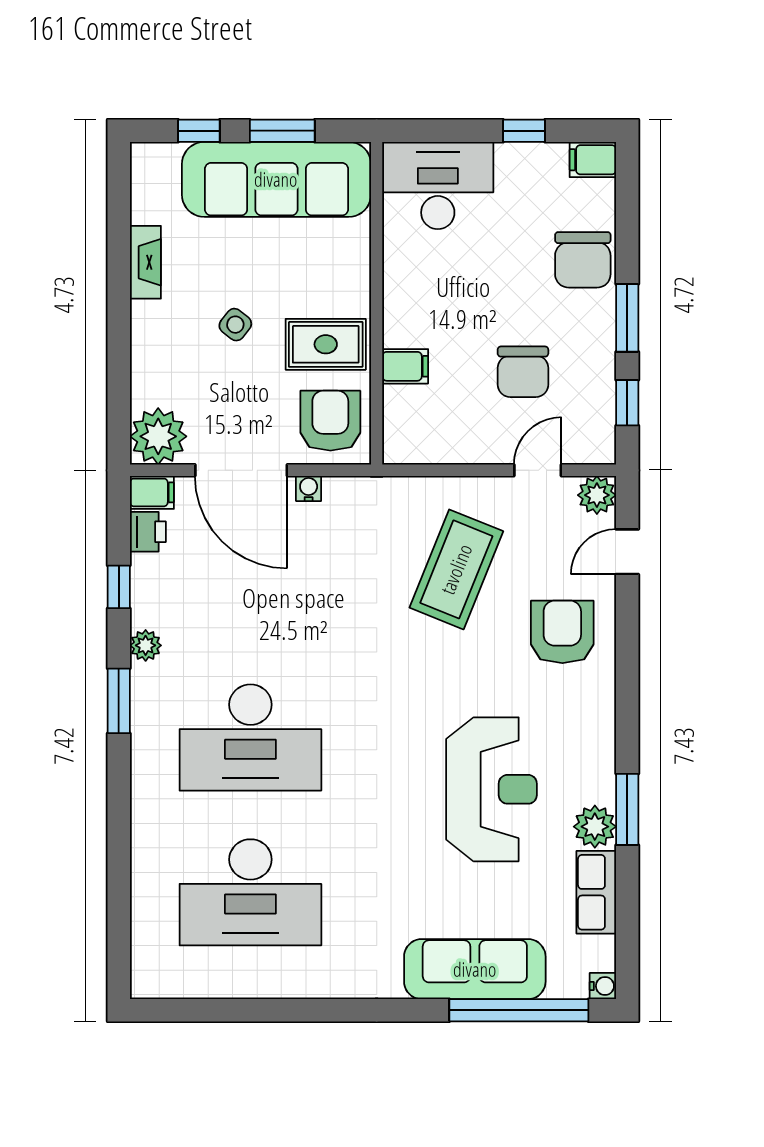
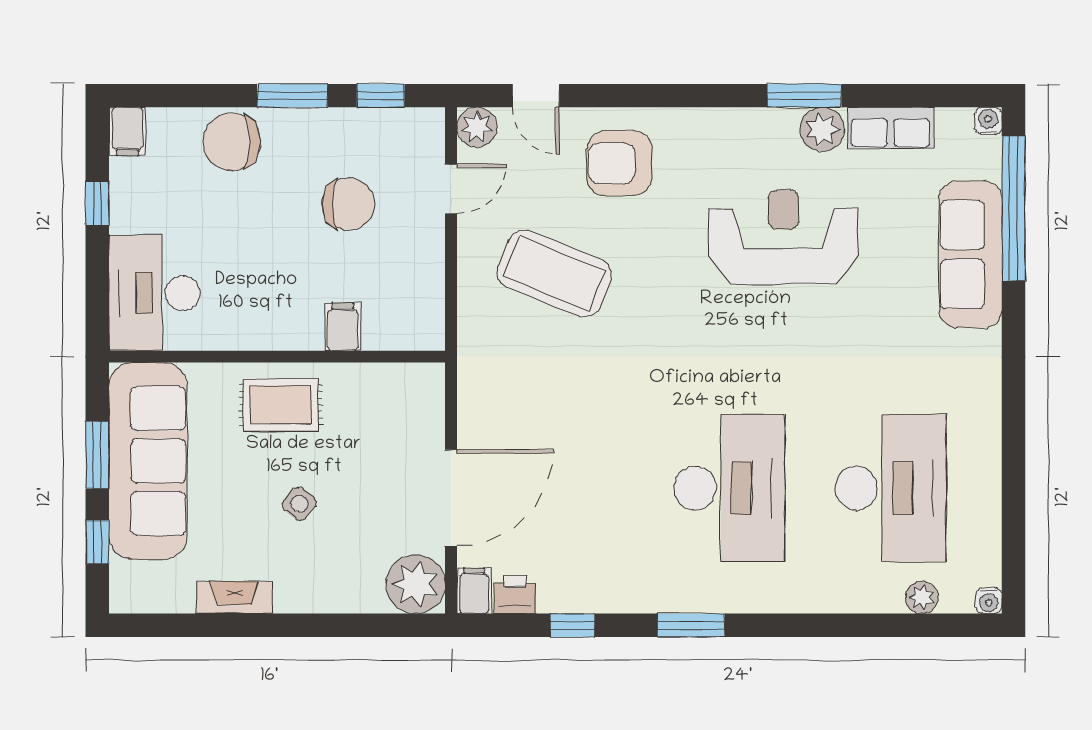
chair: (583, 260) -> (232, 142), turned 180
rug: (326, 344) -> (281, 405), moved, turned 90
armchair: (330, 421) -> (399, 405), removed
door: (538, 470) -> (451, 189), swing flipped
water cooler: (309, 488) -> (989, 601), moved, turned -90
plant: (146, 645) -> (922, 597), moved

